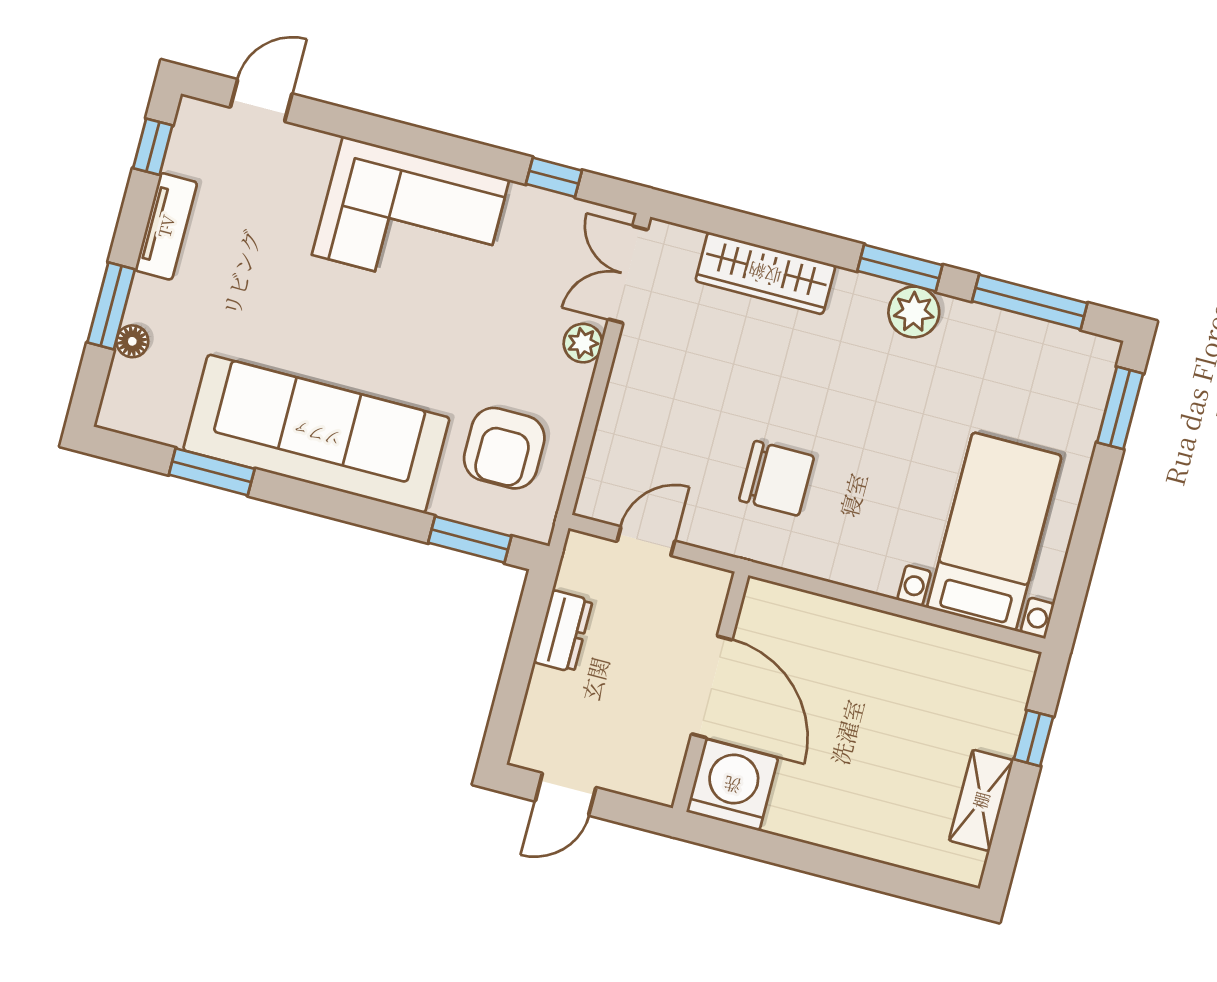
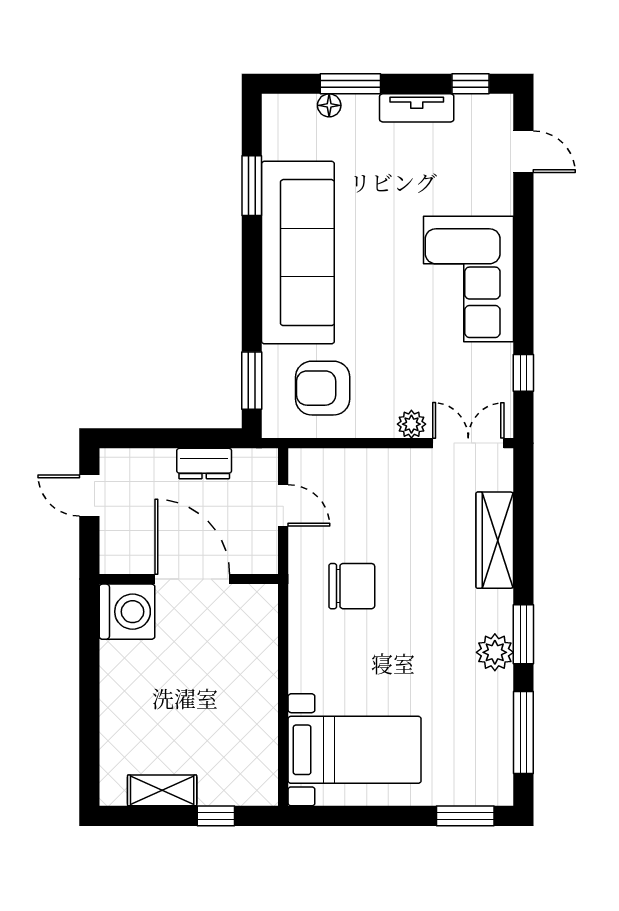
chair: (777, 478) -> (352, 586), turned -90
door: (712, 687) -> (192, 579), swing flipped

